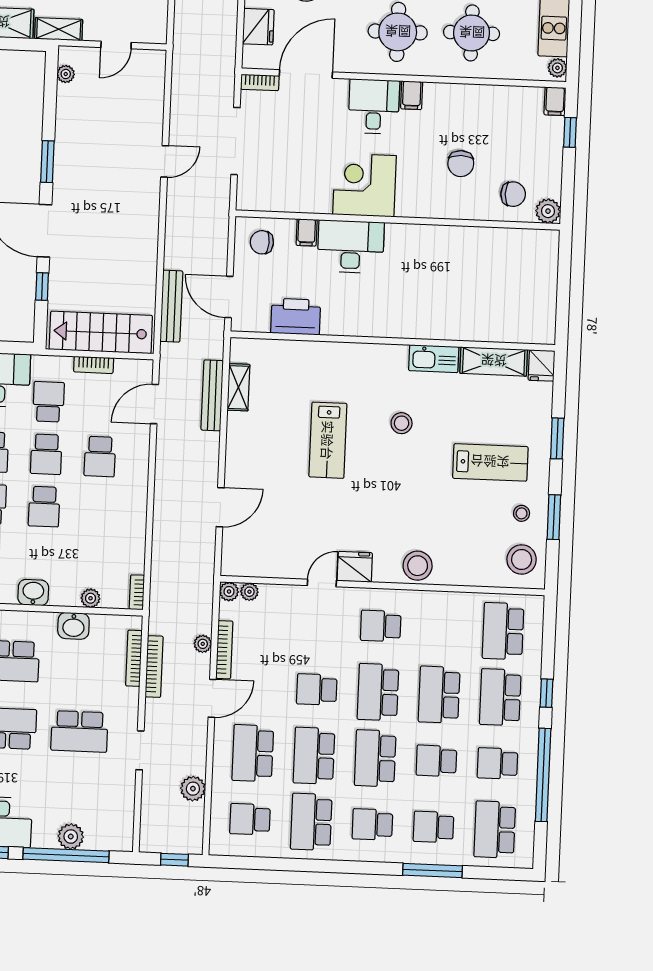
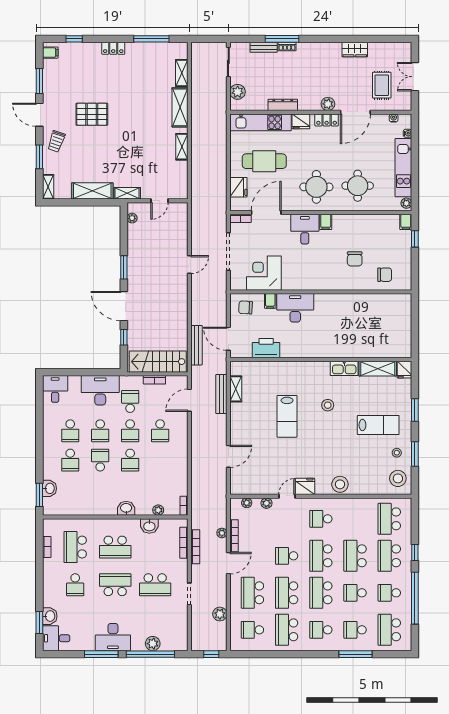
corner desk: (364, 185) -> (264, 273), moved
plant: (548, 211) -> (404, 283), removed
plant: (229, 592) -> (267, 503), moved

